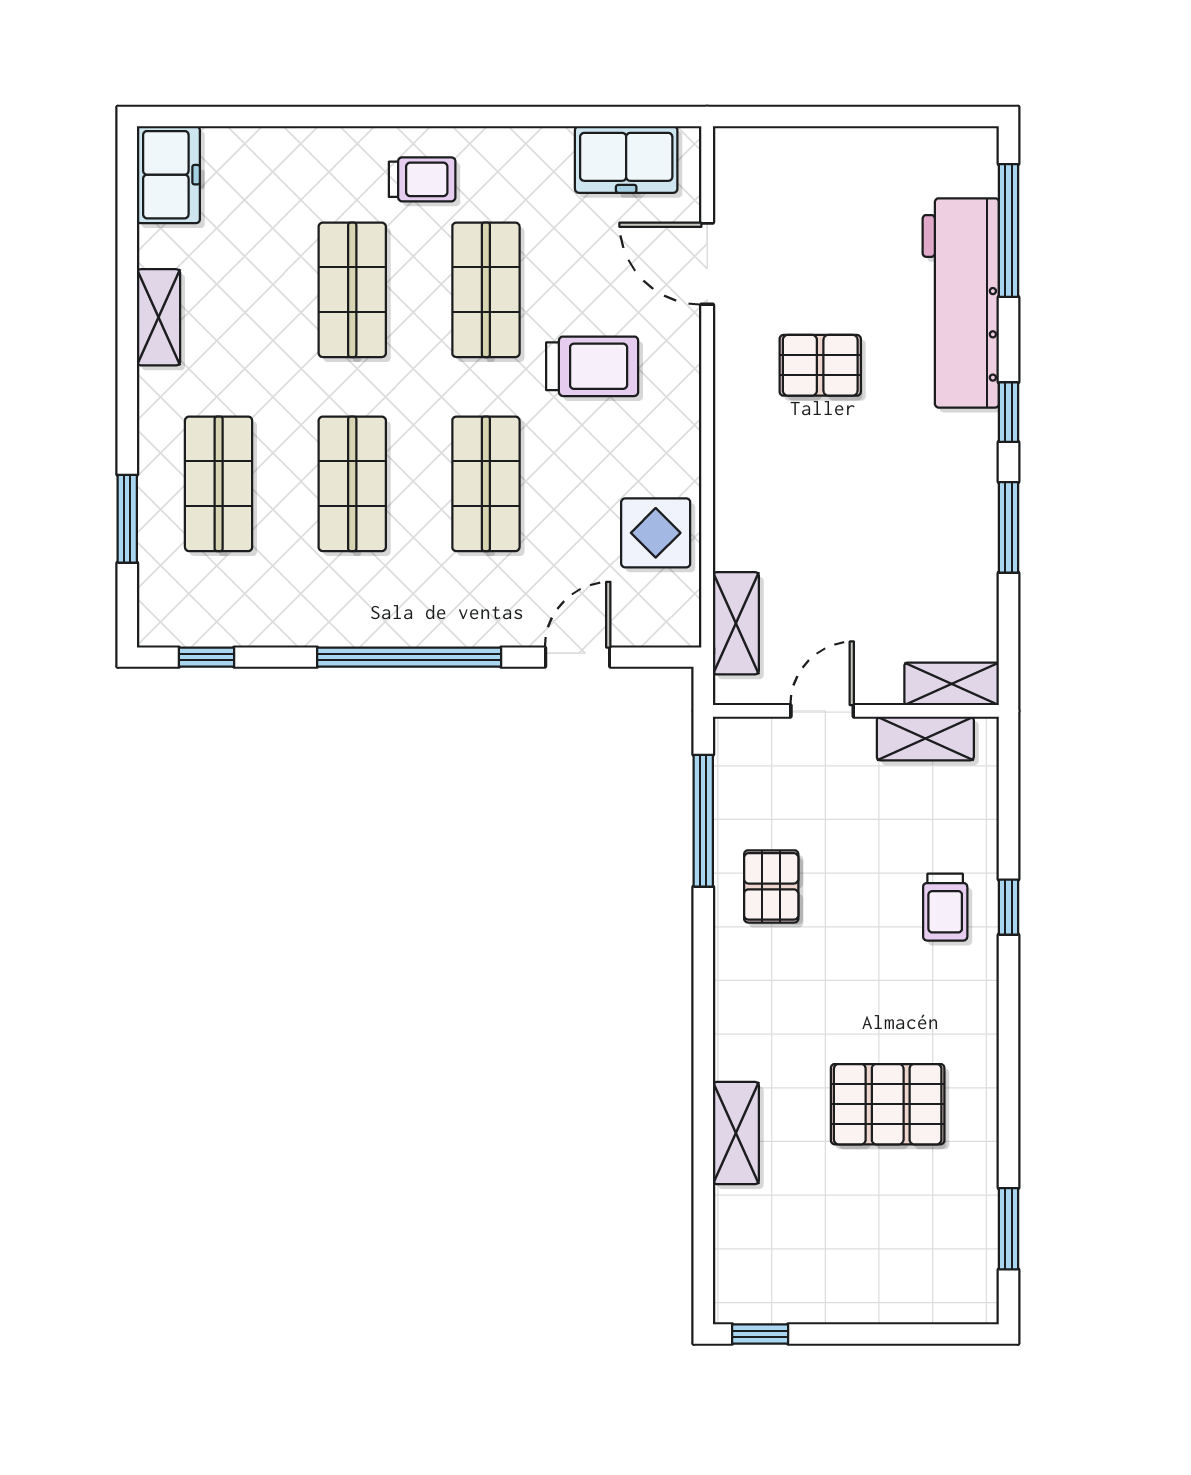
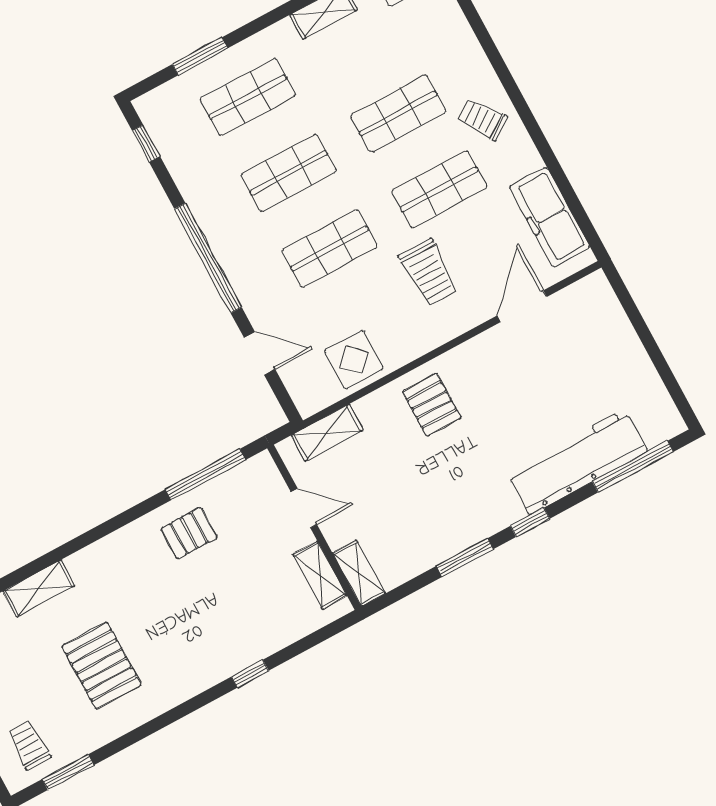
freezer: (626, 159) -> (550, 217), width x1.40
trolley: (422, 179) -> (482, 119), turned 145
pallet: (820, 365) -> (432, 405), moved
trolley: (945, 907) -> (29, 745), moved, turned 90

